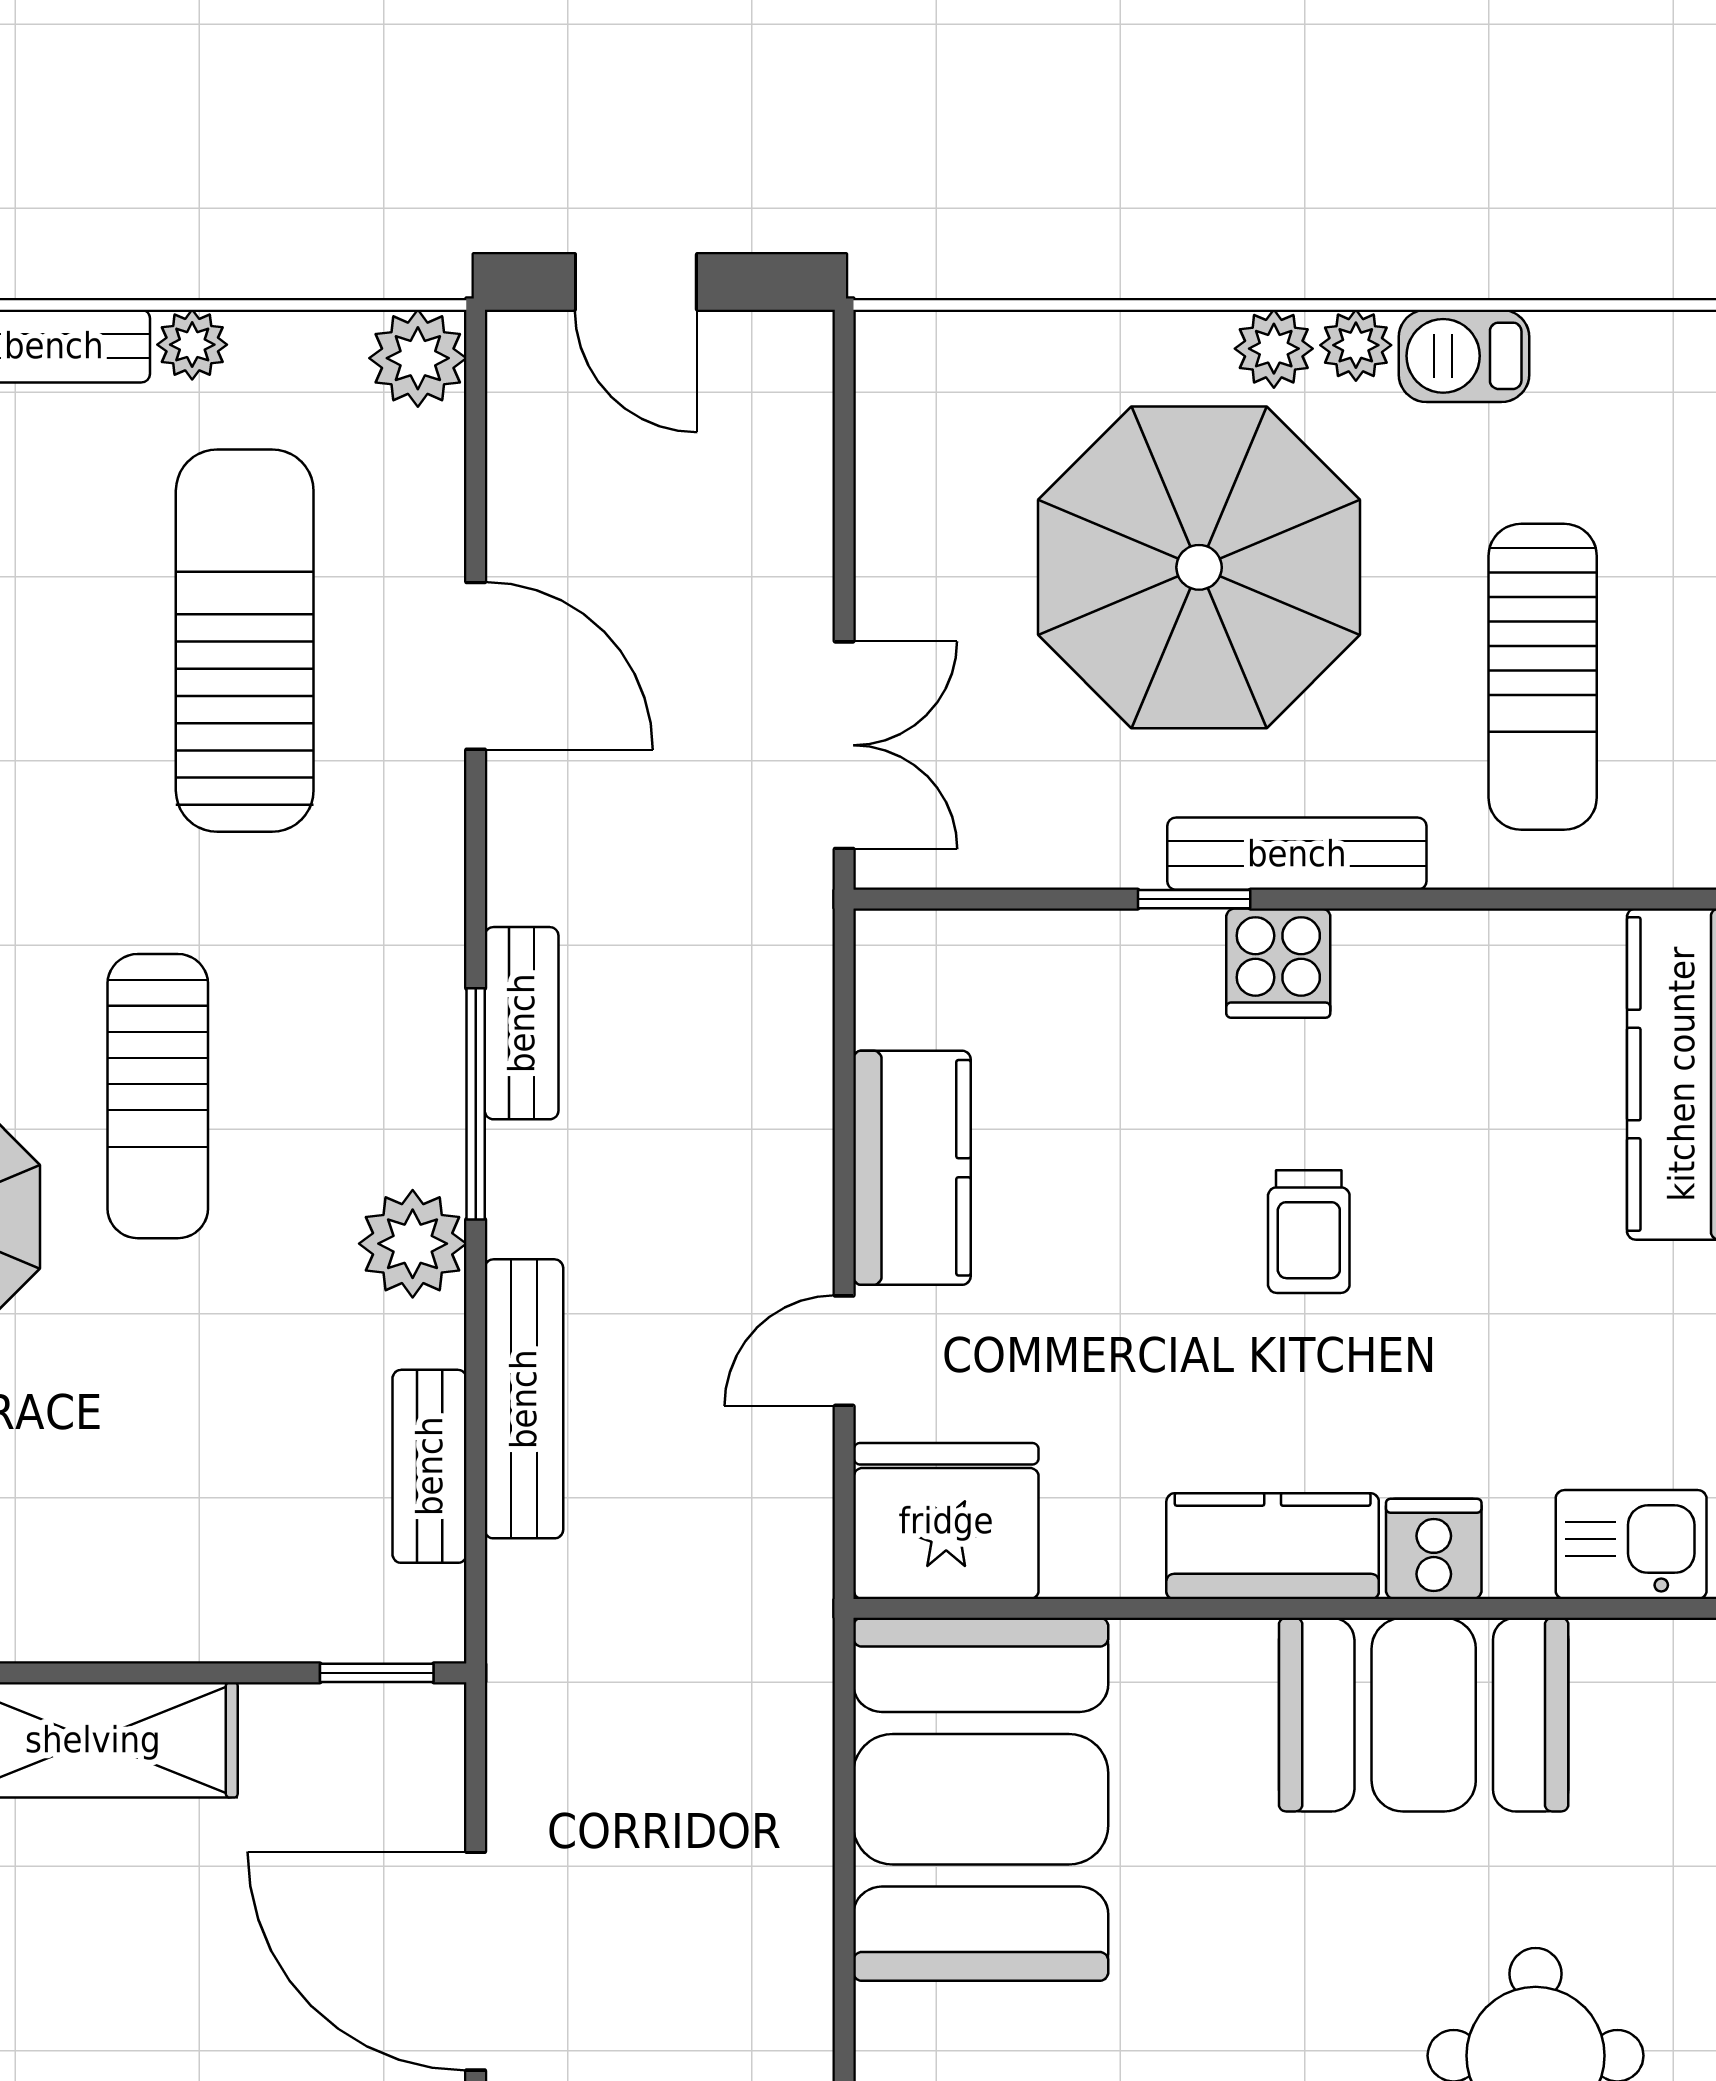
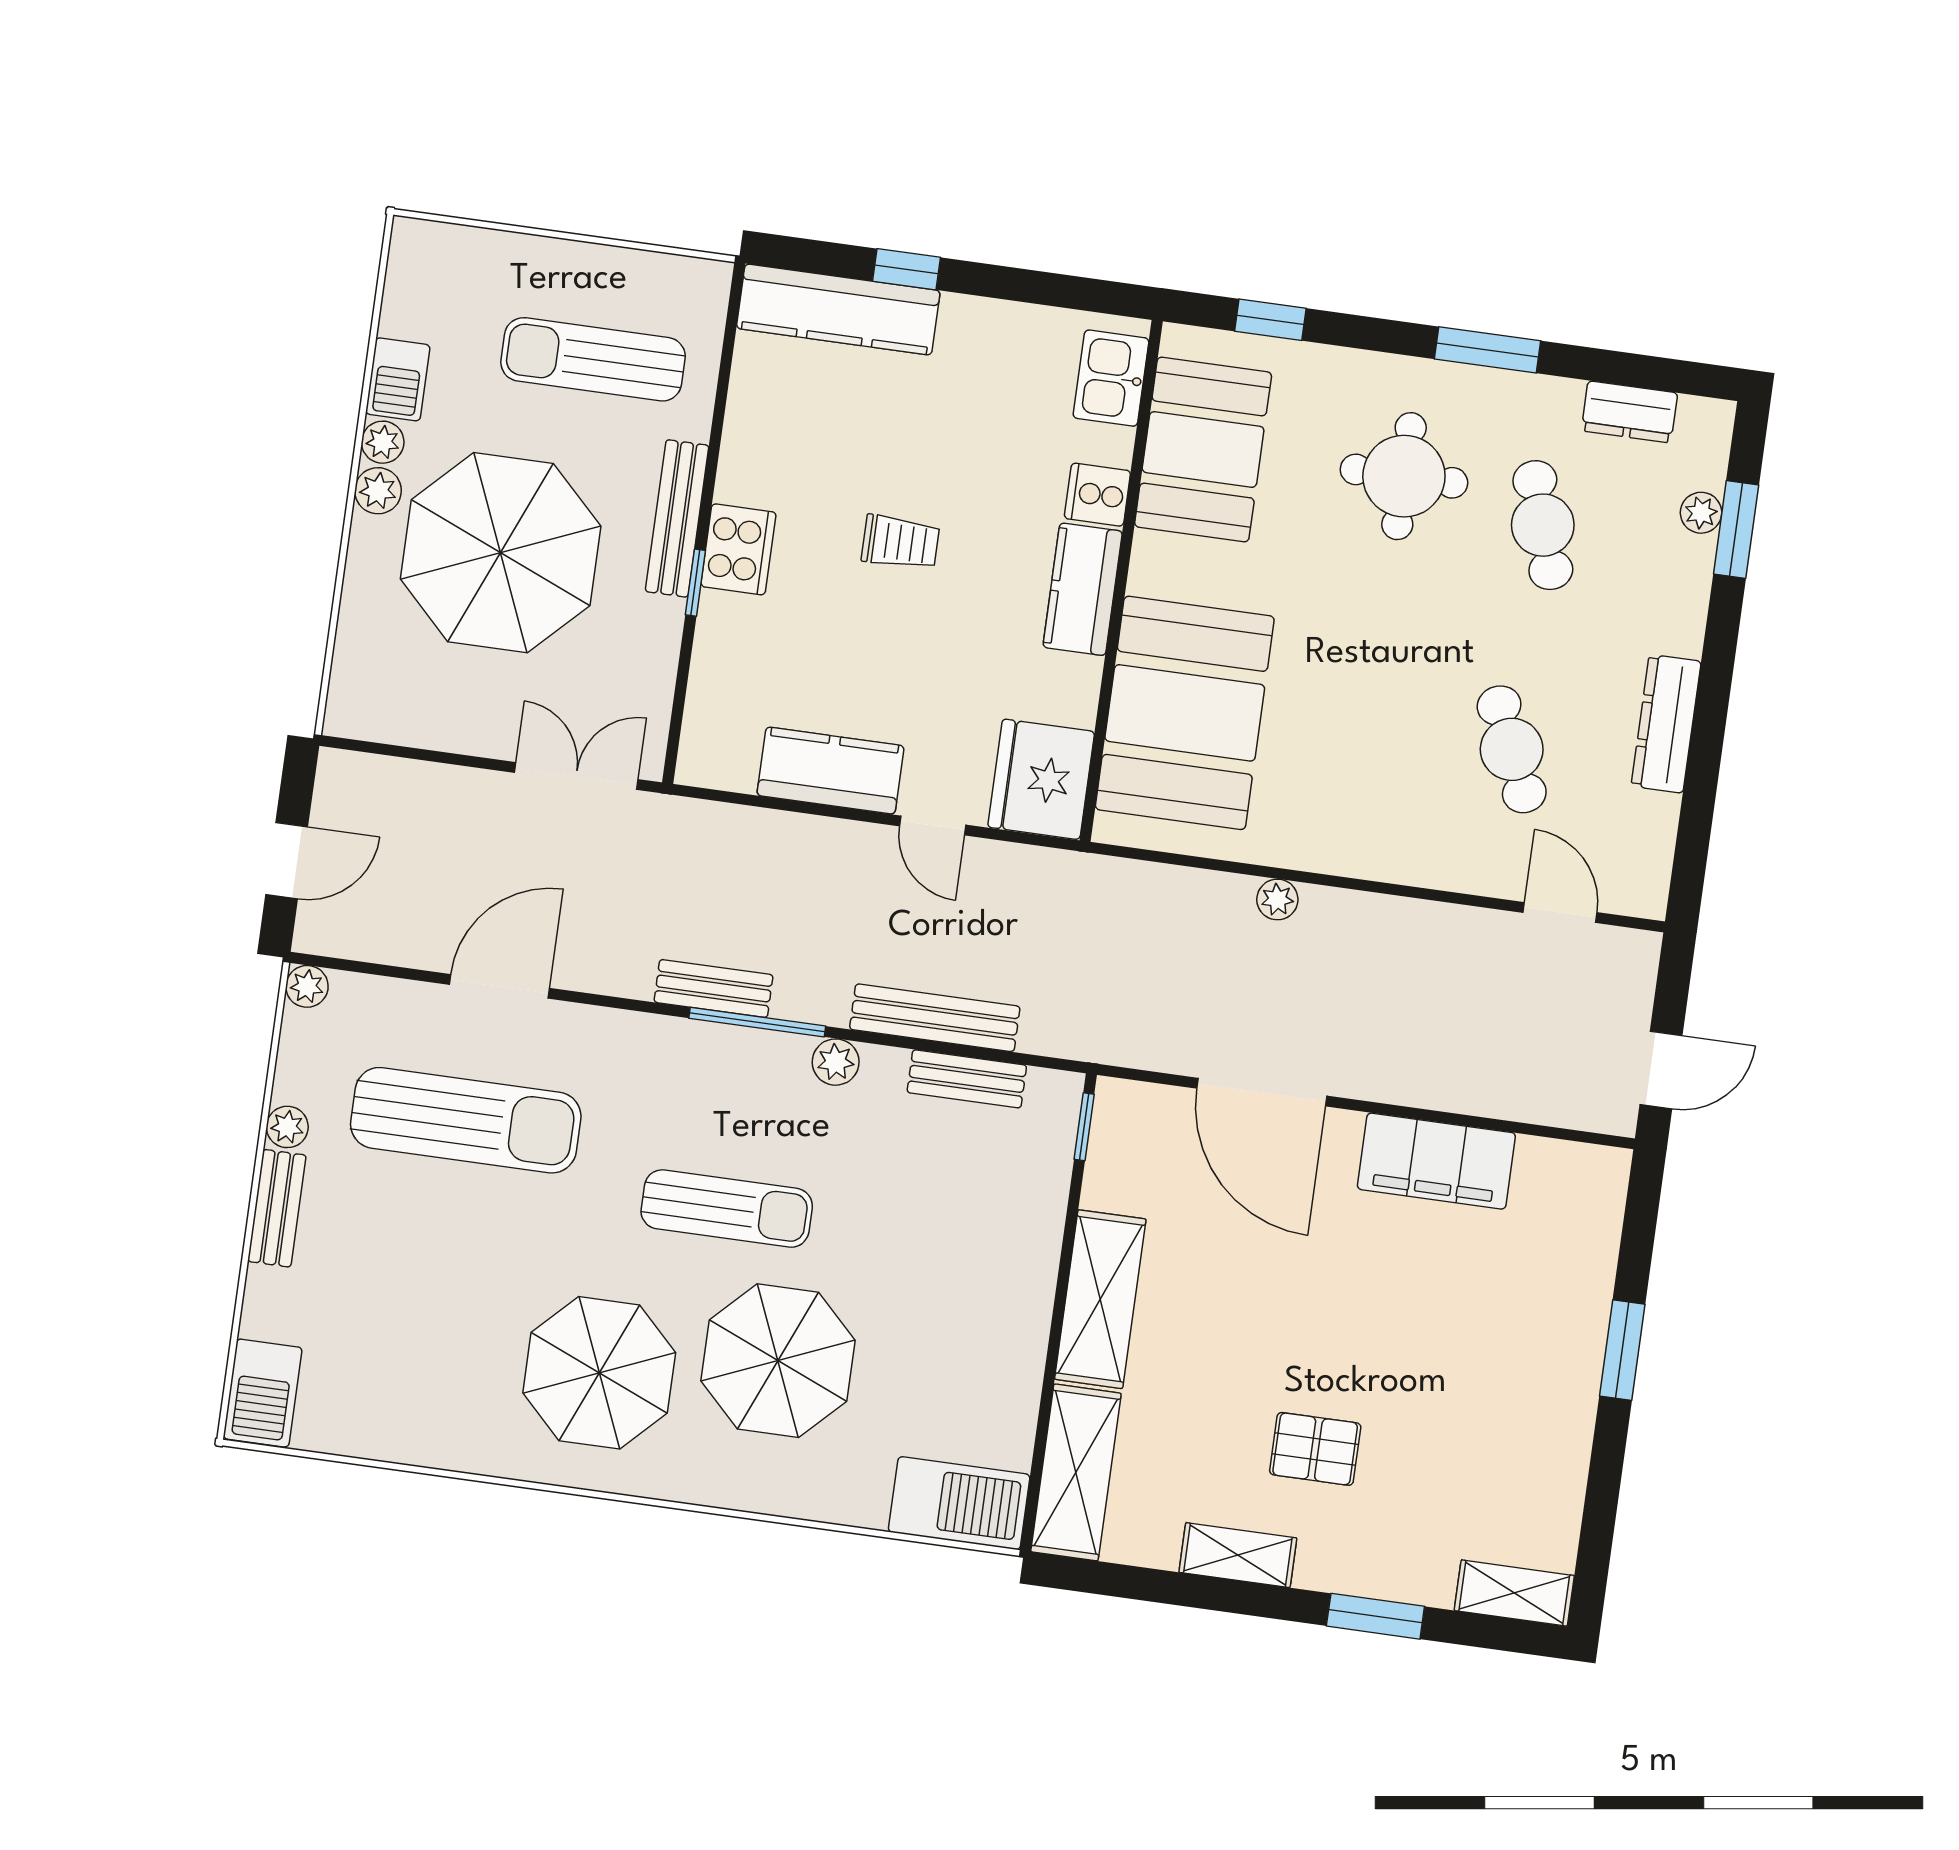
plant: (418, 358) -> (307, 986), width x0.73, depth x0.73
sun lounger: (245, 641) -> (466, 1120), turned 180
sun lounger: (1543, 677) -> (593, 359), turned 180
cooker: (1278, 963) -> (738, 549), width x1.36
plant: (413, 1244) -> (836, 1062), width x0.73, depth x0.73
booth: (1424, 1715) -> (1203, 449), moved
booth: (981, 1799) -> (1185, 713), moved, turned 90
plant: (800, 1943) -> (1277, 899), added
door: (476, 1961) -> (1262, 1092), hinge flipped

